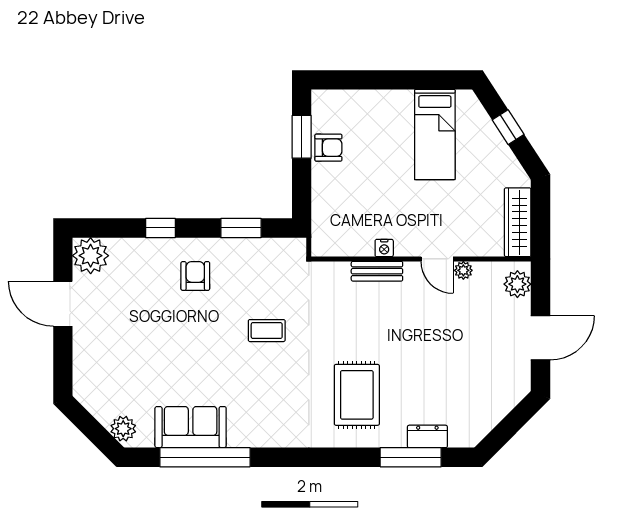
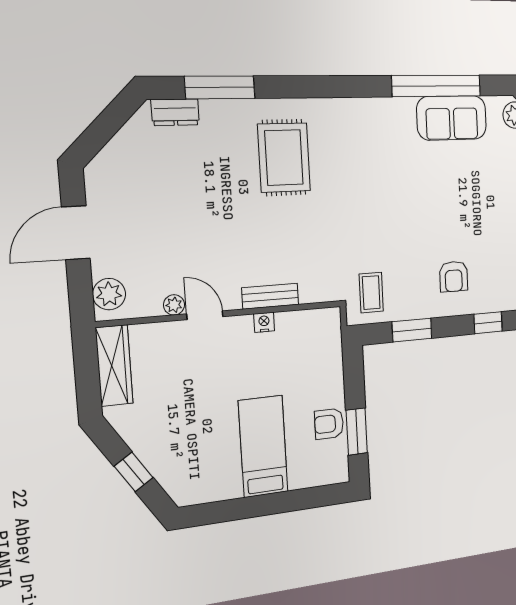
bed: (435, 135) -> (263, 446), moved
coffee table: (267, 331) -> (371, 293), moved, turned 90
dresser: (427, 436) -> (175, 112), moved

